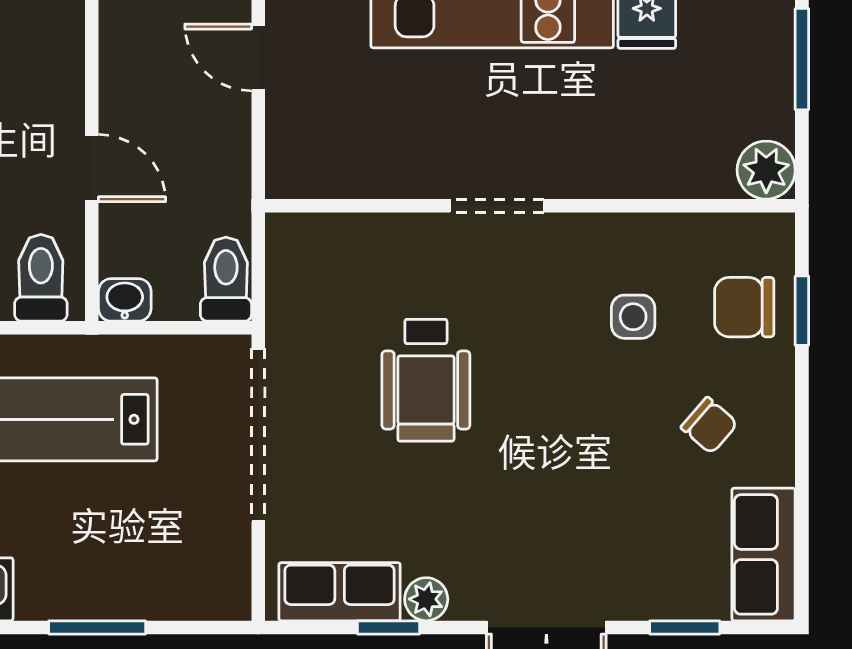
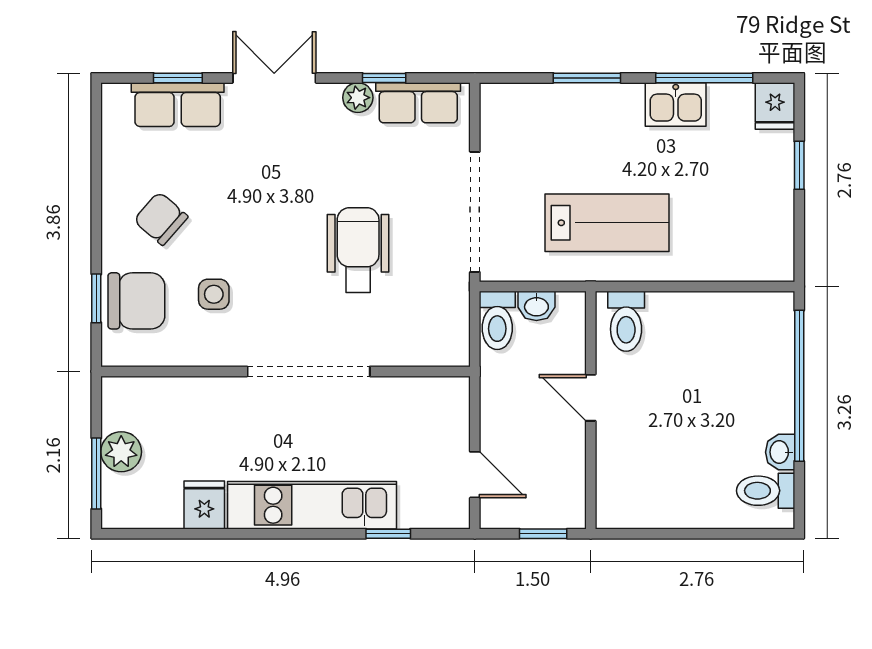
plant: (766, 170) -> (121, 452), moved
doorway: (497, 206) -> (309, 371), width x1.87
washbasin: (125, 300) -> (536, 306), moved
chair: (744, 307) -> (136, 301), width x1.37, depth x1.37
chair: (709, 425) -> (161, 219), width x1.37, depth x1.37
row of seats: (764, 554) -> (178, 105), moved, turned 90

